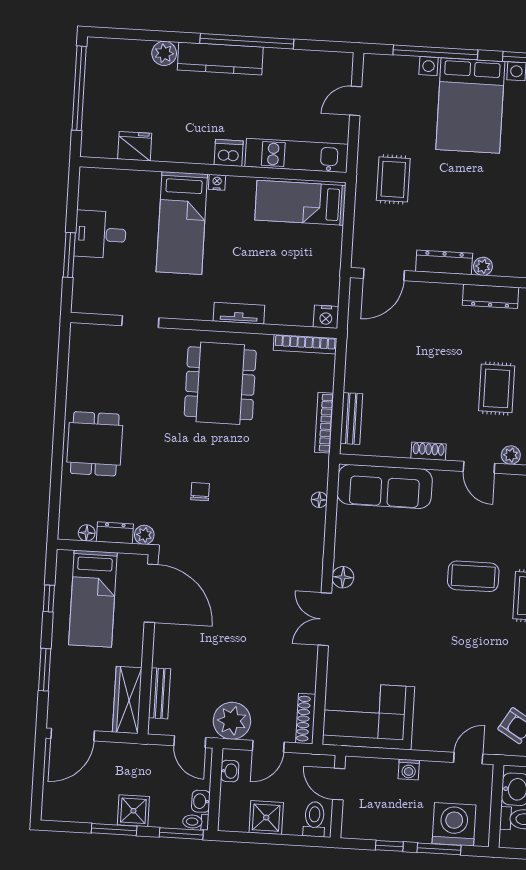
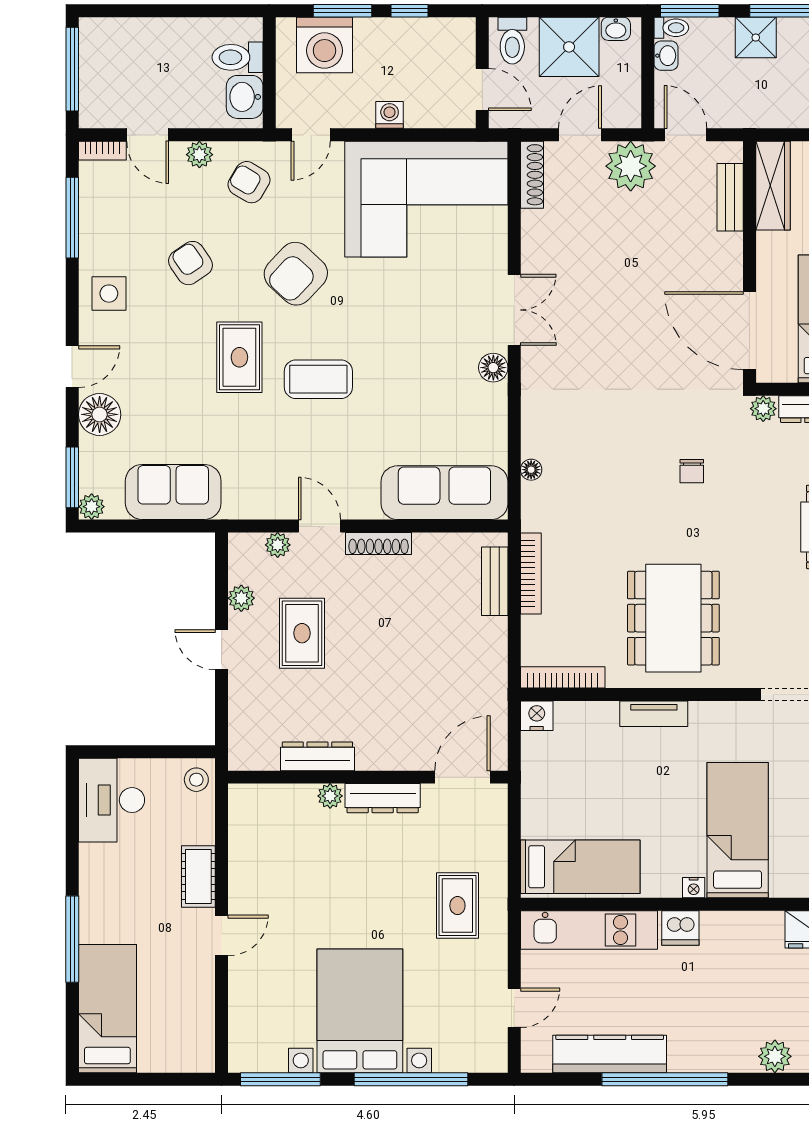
kitchen counter: (220, 59) -> (610, 1054), moved
shoe rack: (428, 451) -> (379, 543), width x1.43
armchair: (485, 656) -> (296, 274), added
corner sofa: (368, 716) -> (426, 199), width x1.36, depth x1.36
washbasin: (230, 771) -> (616, 29), moved, turned -90
shower: (266, 818) -> (569, 47), width x1.36, depth x1.36

